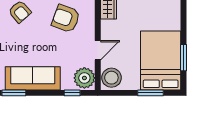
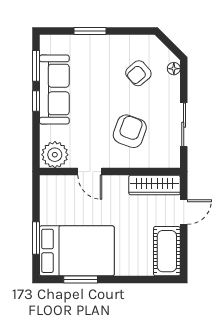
stool: (111, 78) -> (55, 189), removed
window: (72, 93) -> (36, 101), moved

